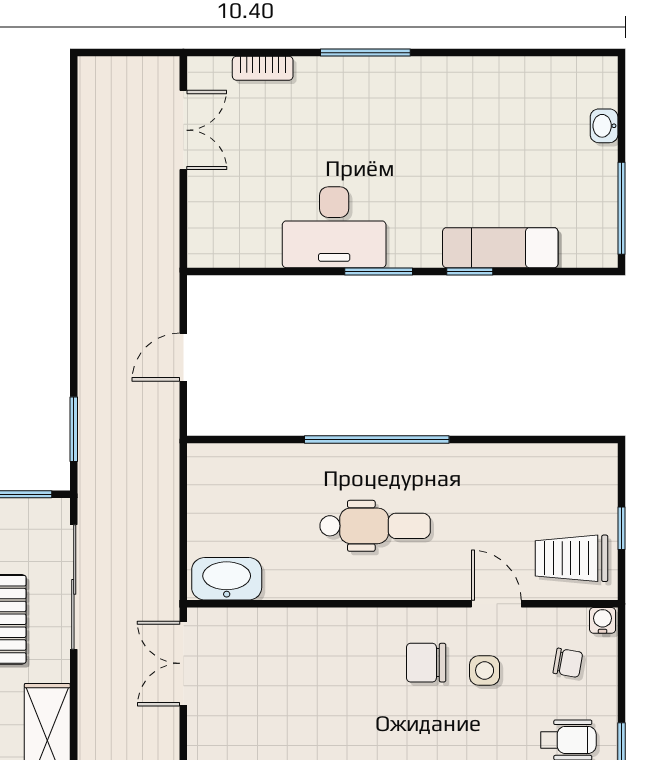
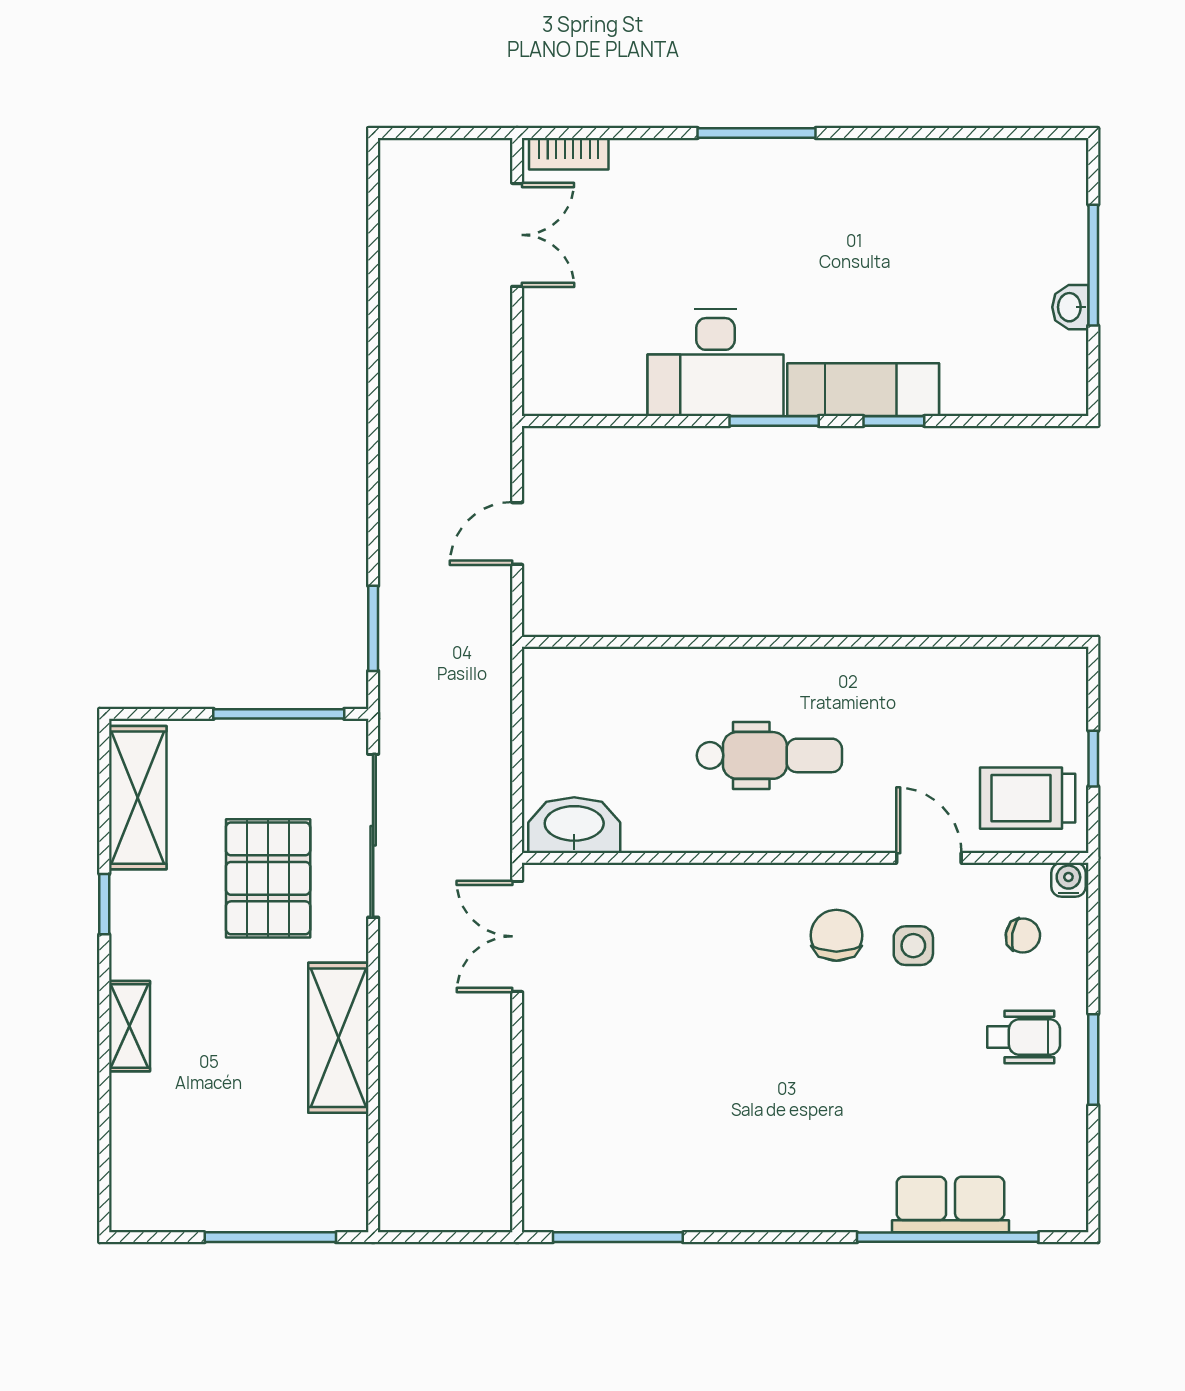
bookcase: (263, 68) -> (569, 154), moved
washbasin: (604, 126) -> (1070, 307), moved
window: (621, 208) -> (1093, 265), moved
exam couch: (500, 248) -> (863, 390), moved
window: (377, 439) -> (772, 642), removed
chair: (426, 663) -> (836, 935), turned 90

